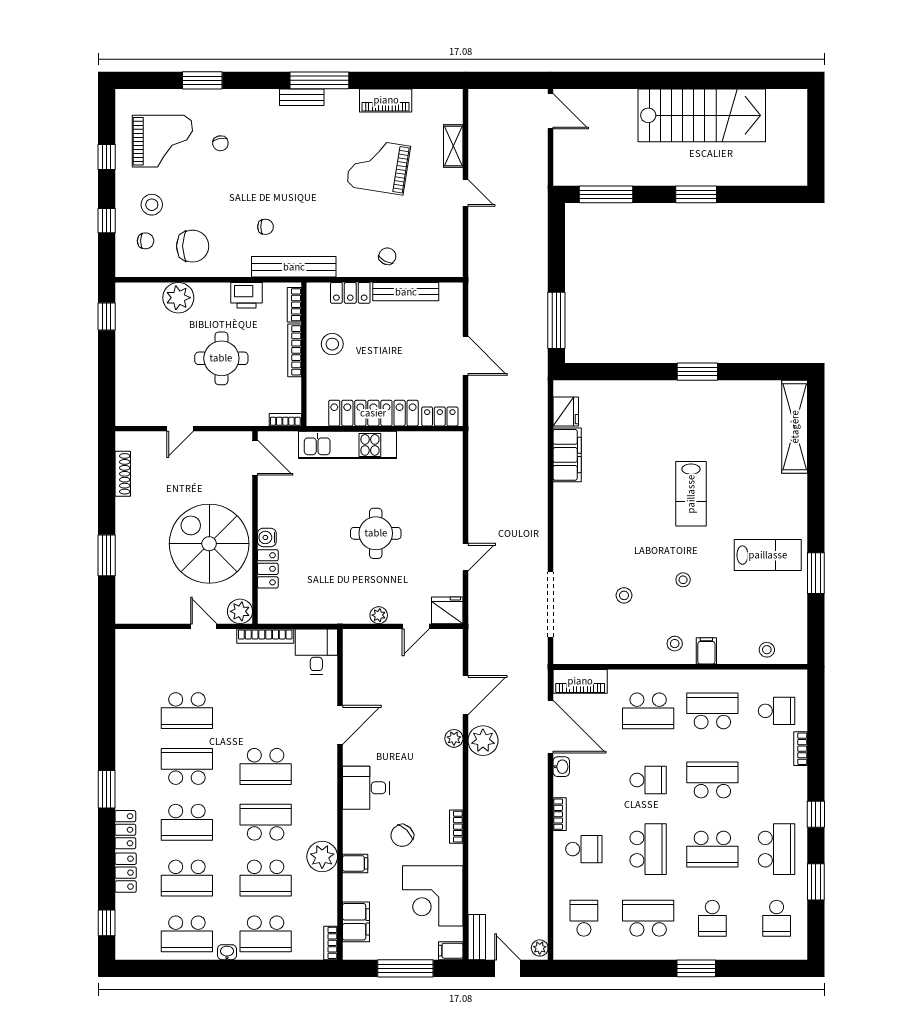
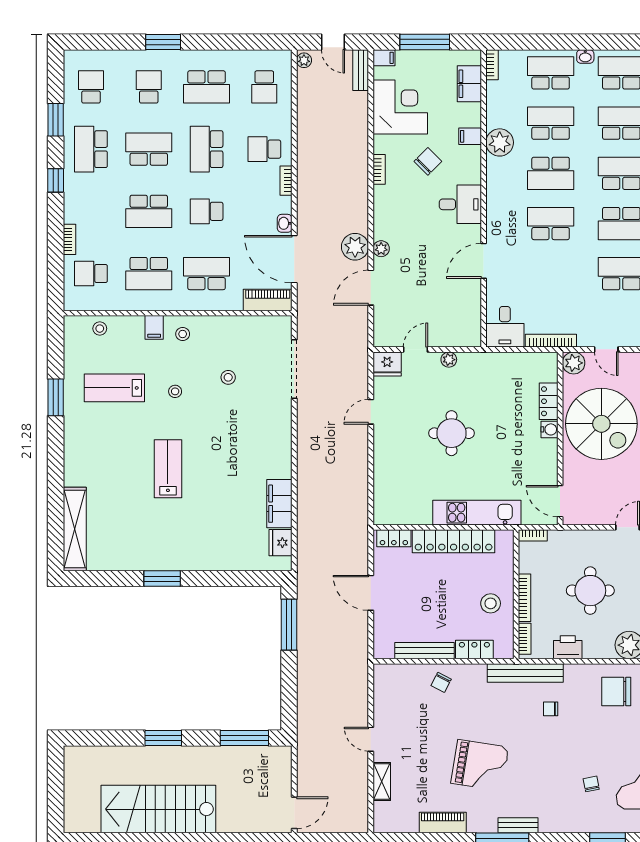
door: (551, 111) -> (294, 813), swing flipped
grand piano: (378, 166) -> (480, 765), moved
lab bench: (768, 555) -> (114, 388), moved

